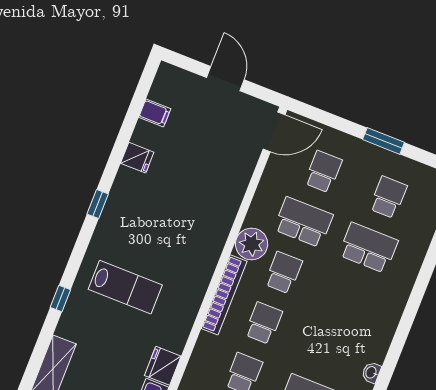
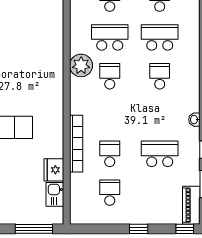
bookcase: (224, 295) -> (76, 144), moved
school desk: (264, 323) -> (160, 76), moved

